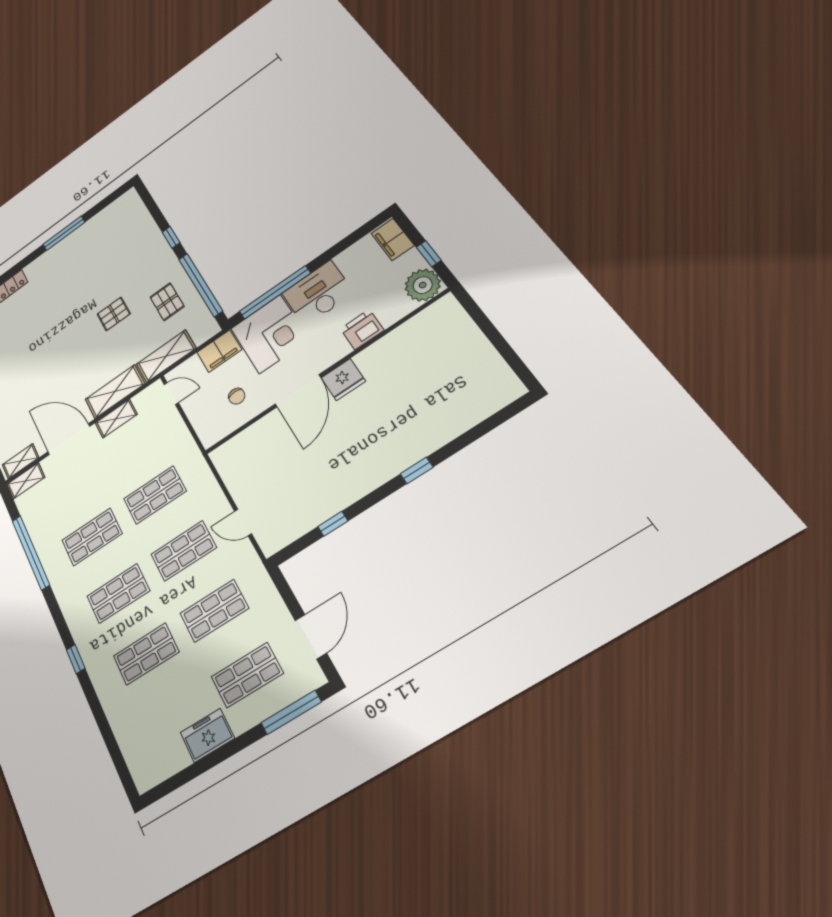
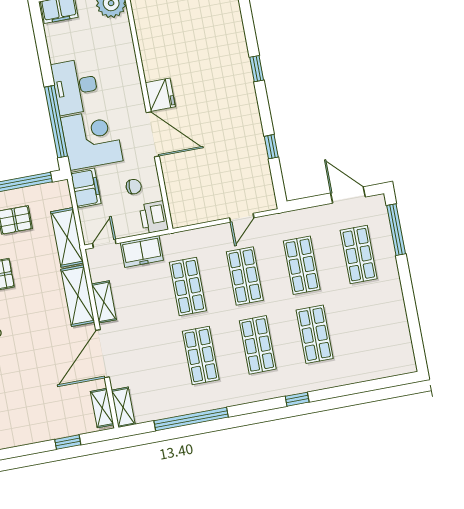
printer: (362, 329) -> (154, 217), moved
freezer: (207, 735) -> (142, 251), moved, turned -90

